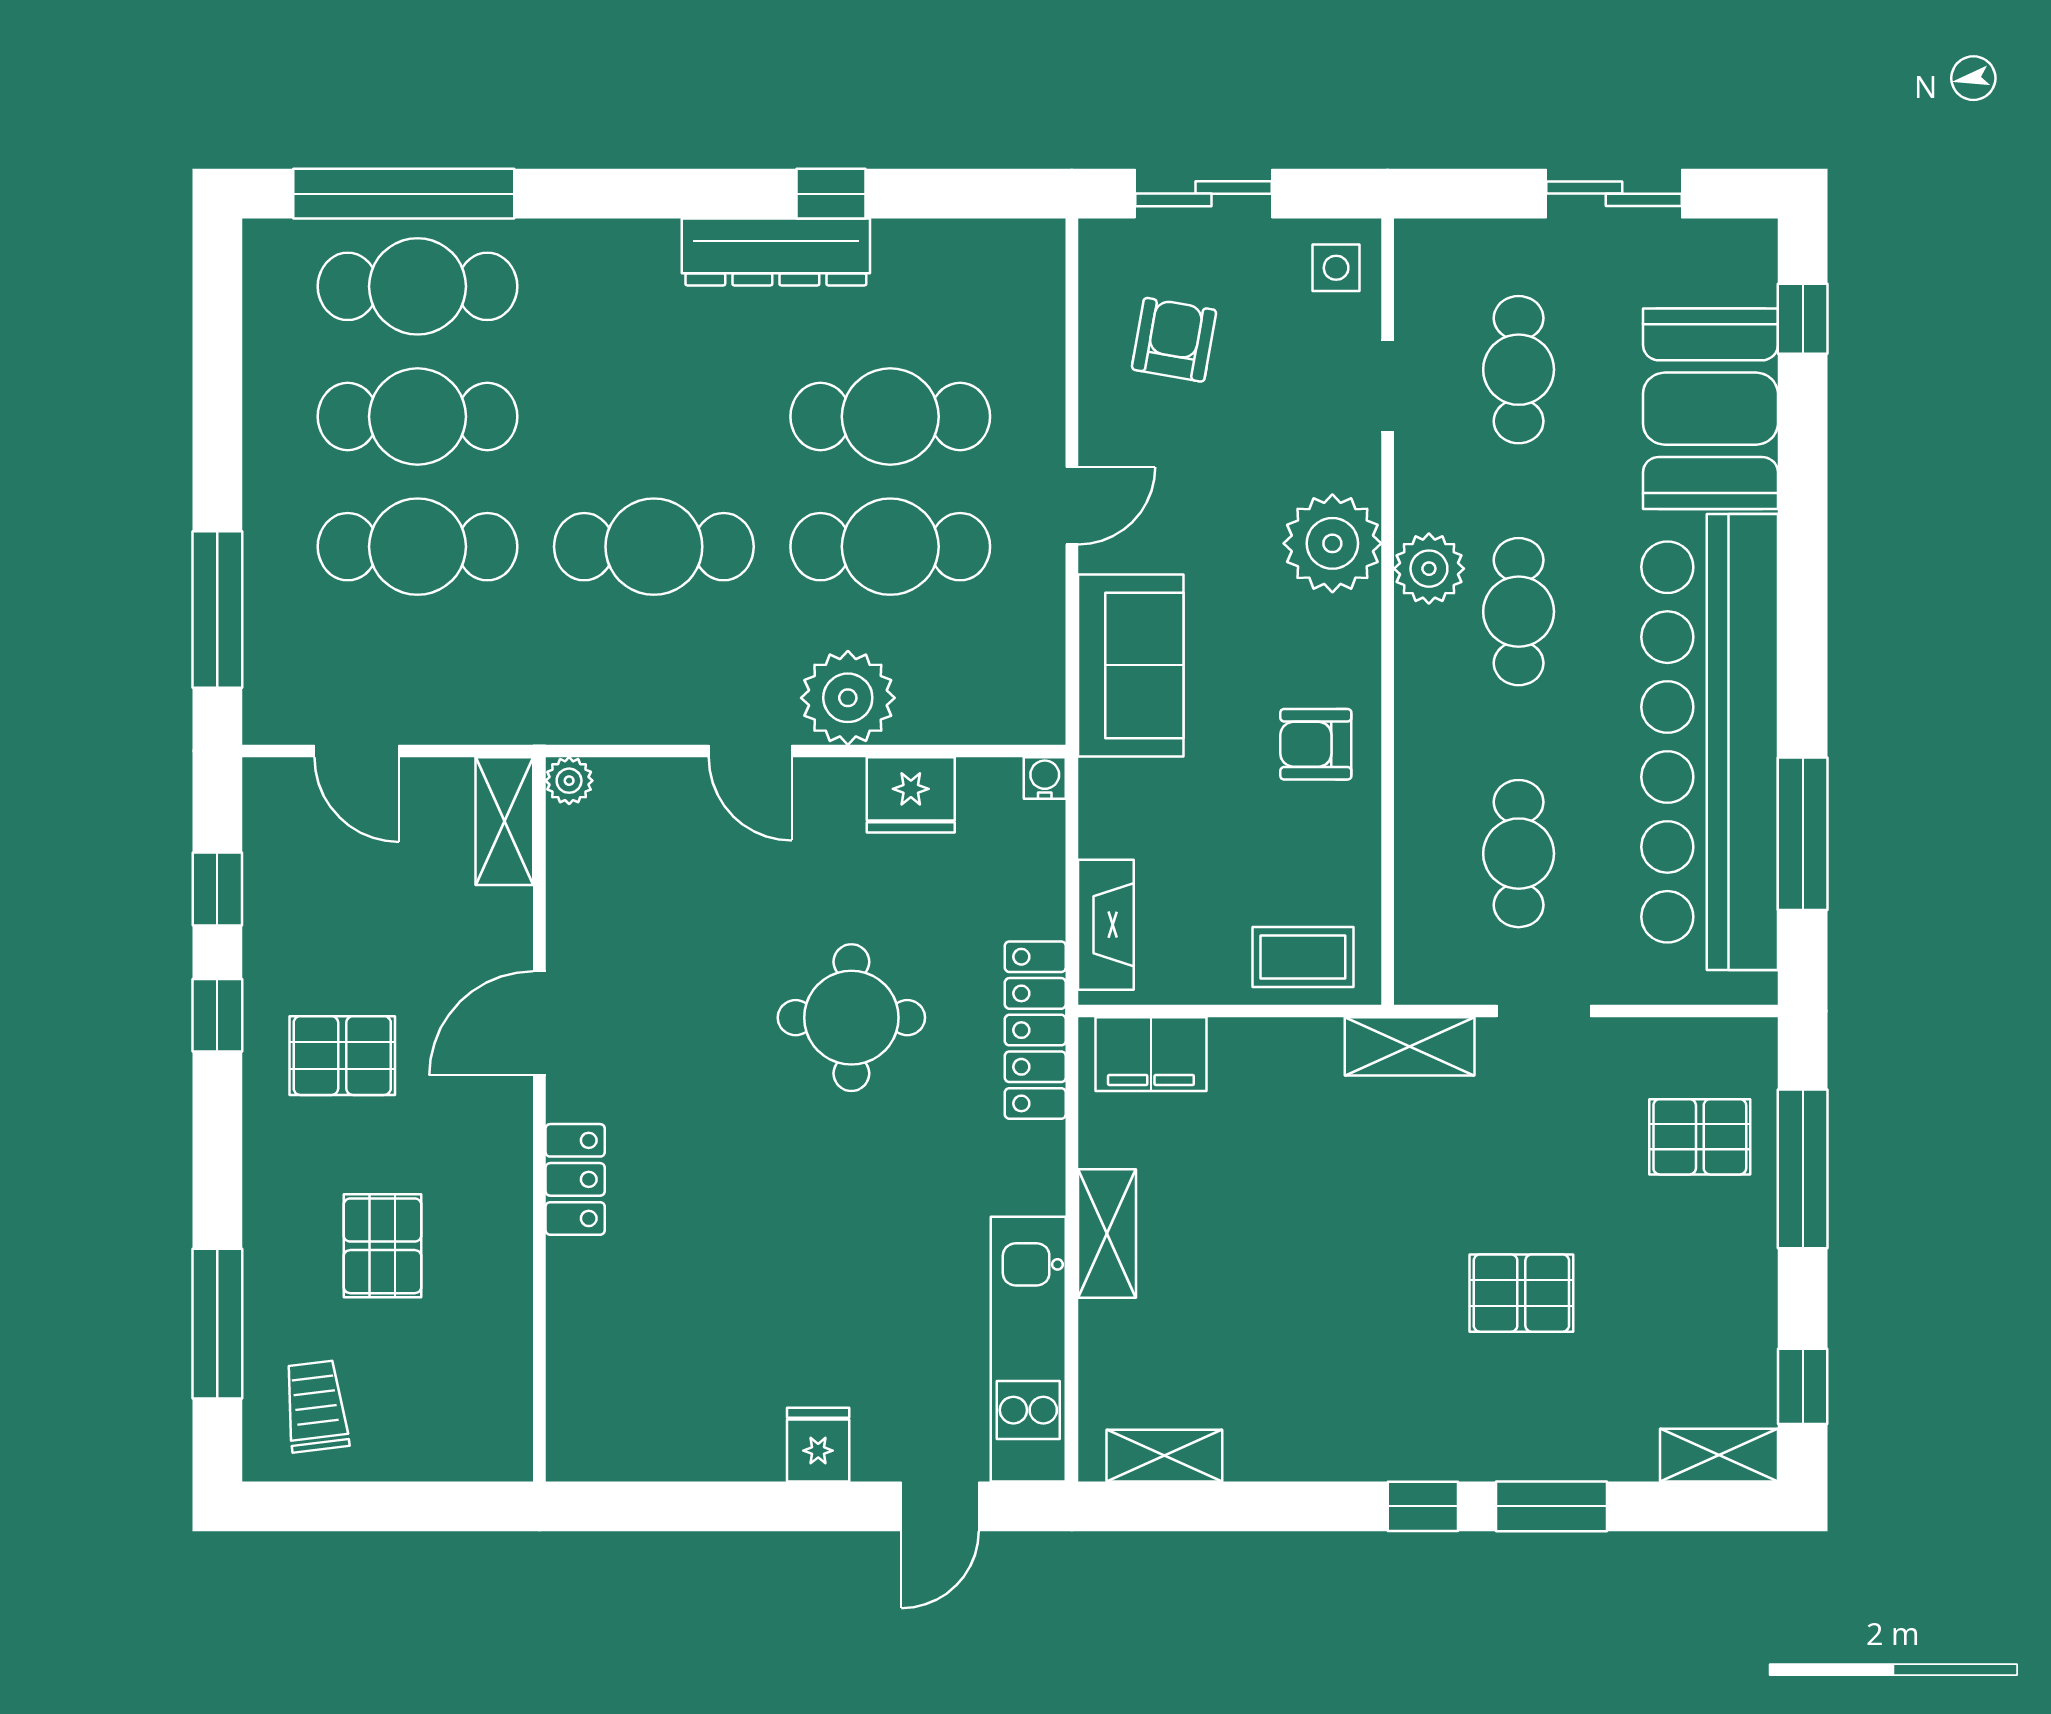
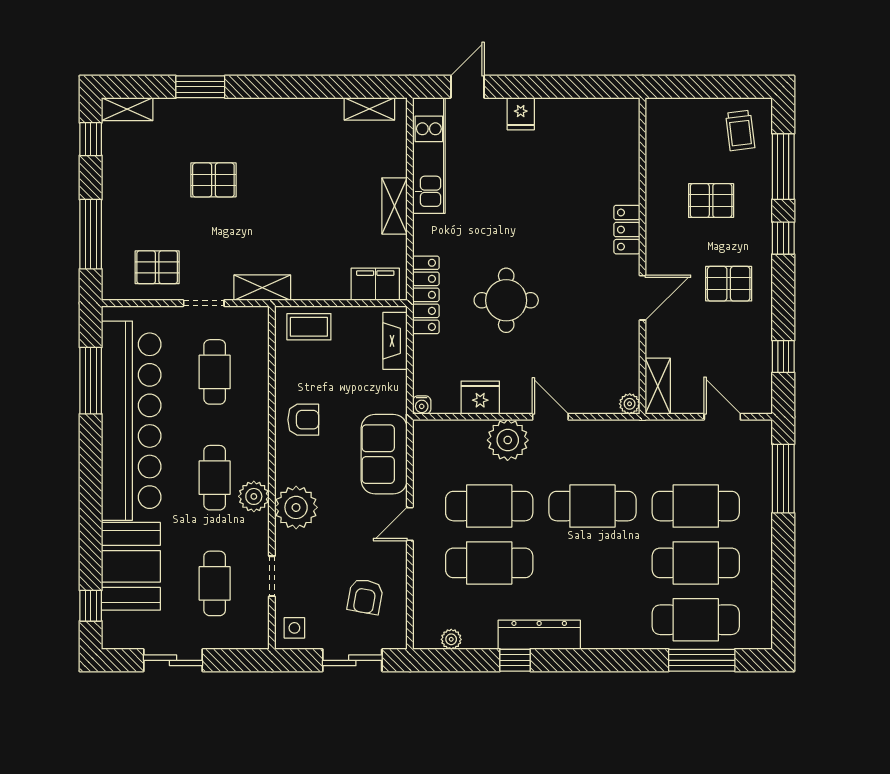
window: (404, 194) -> (702, 660), width x0.68
plant: (977, 242) -> (451, 639), added
window: (217, 1015) -> (783, 238), moved
pallet: (1700, 1137) -> (157, 267), moved
pallet: (382, 1246) -> (711, 201), turned 90
window: (1423, 1506) -> (256, 87), removed

